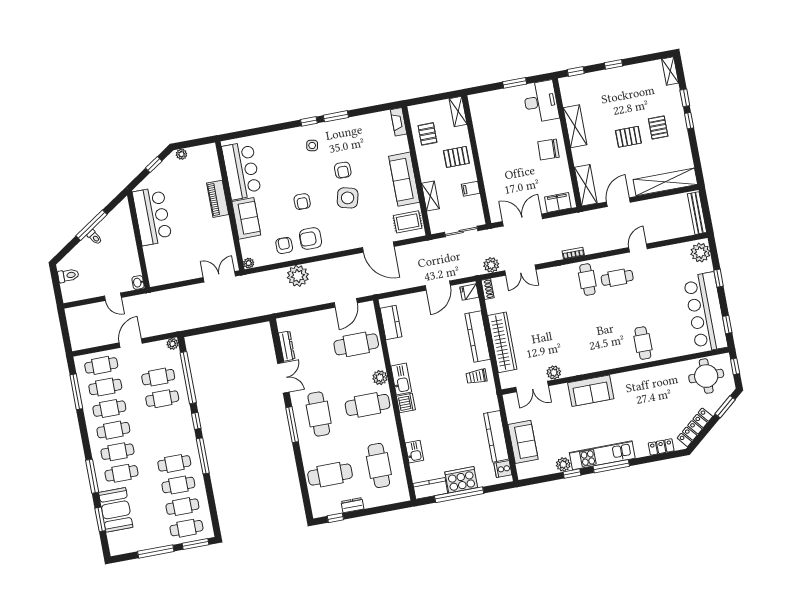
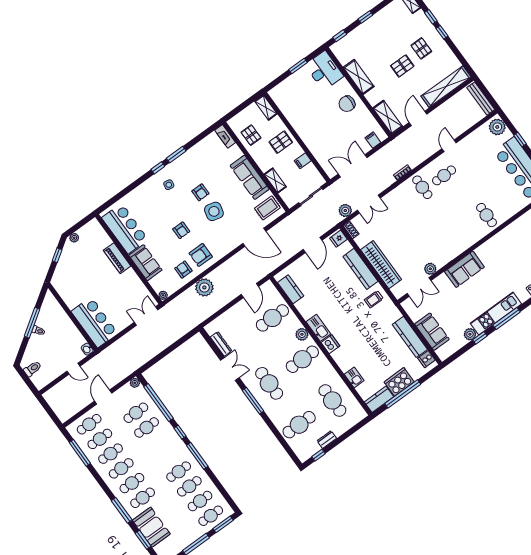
filing cabinet: (558, 202) -> (373, 140), width x0.50
bar counter: (152, 216) -> (94, 322), moved

